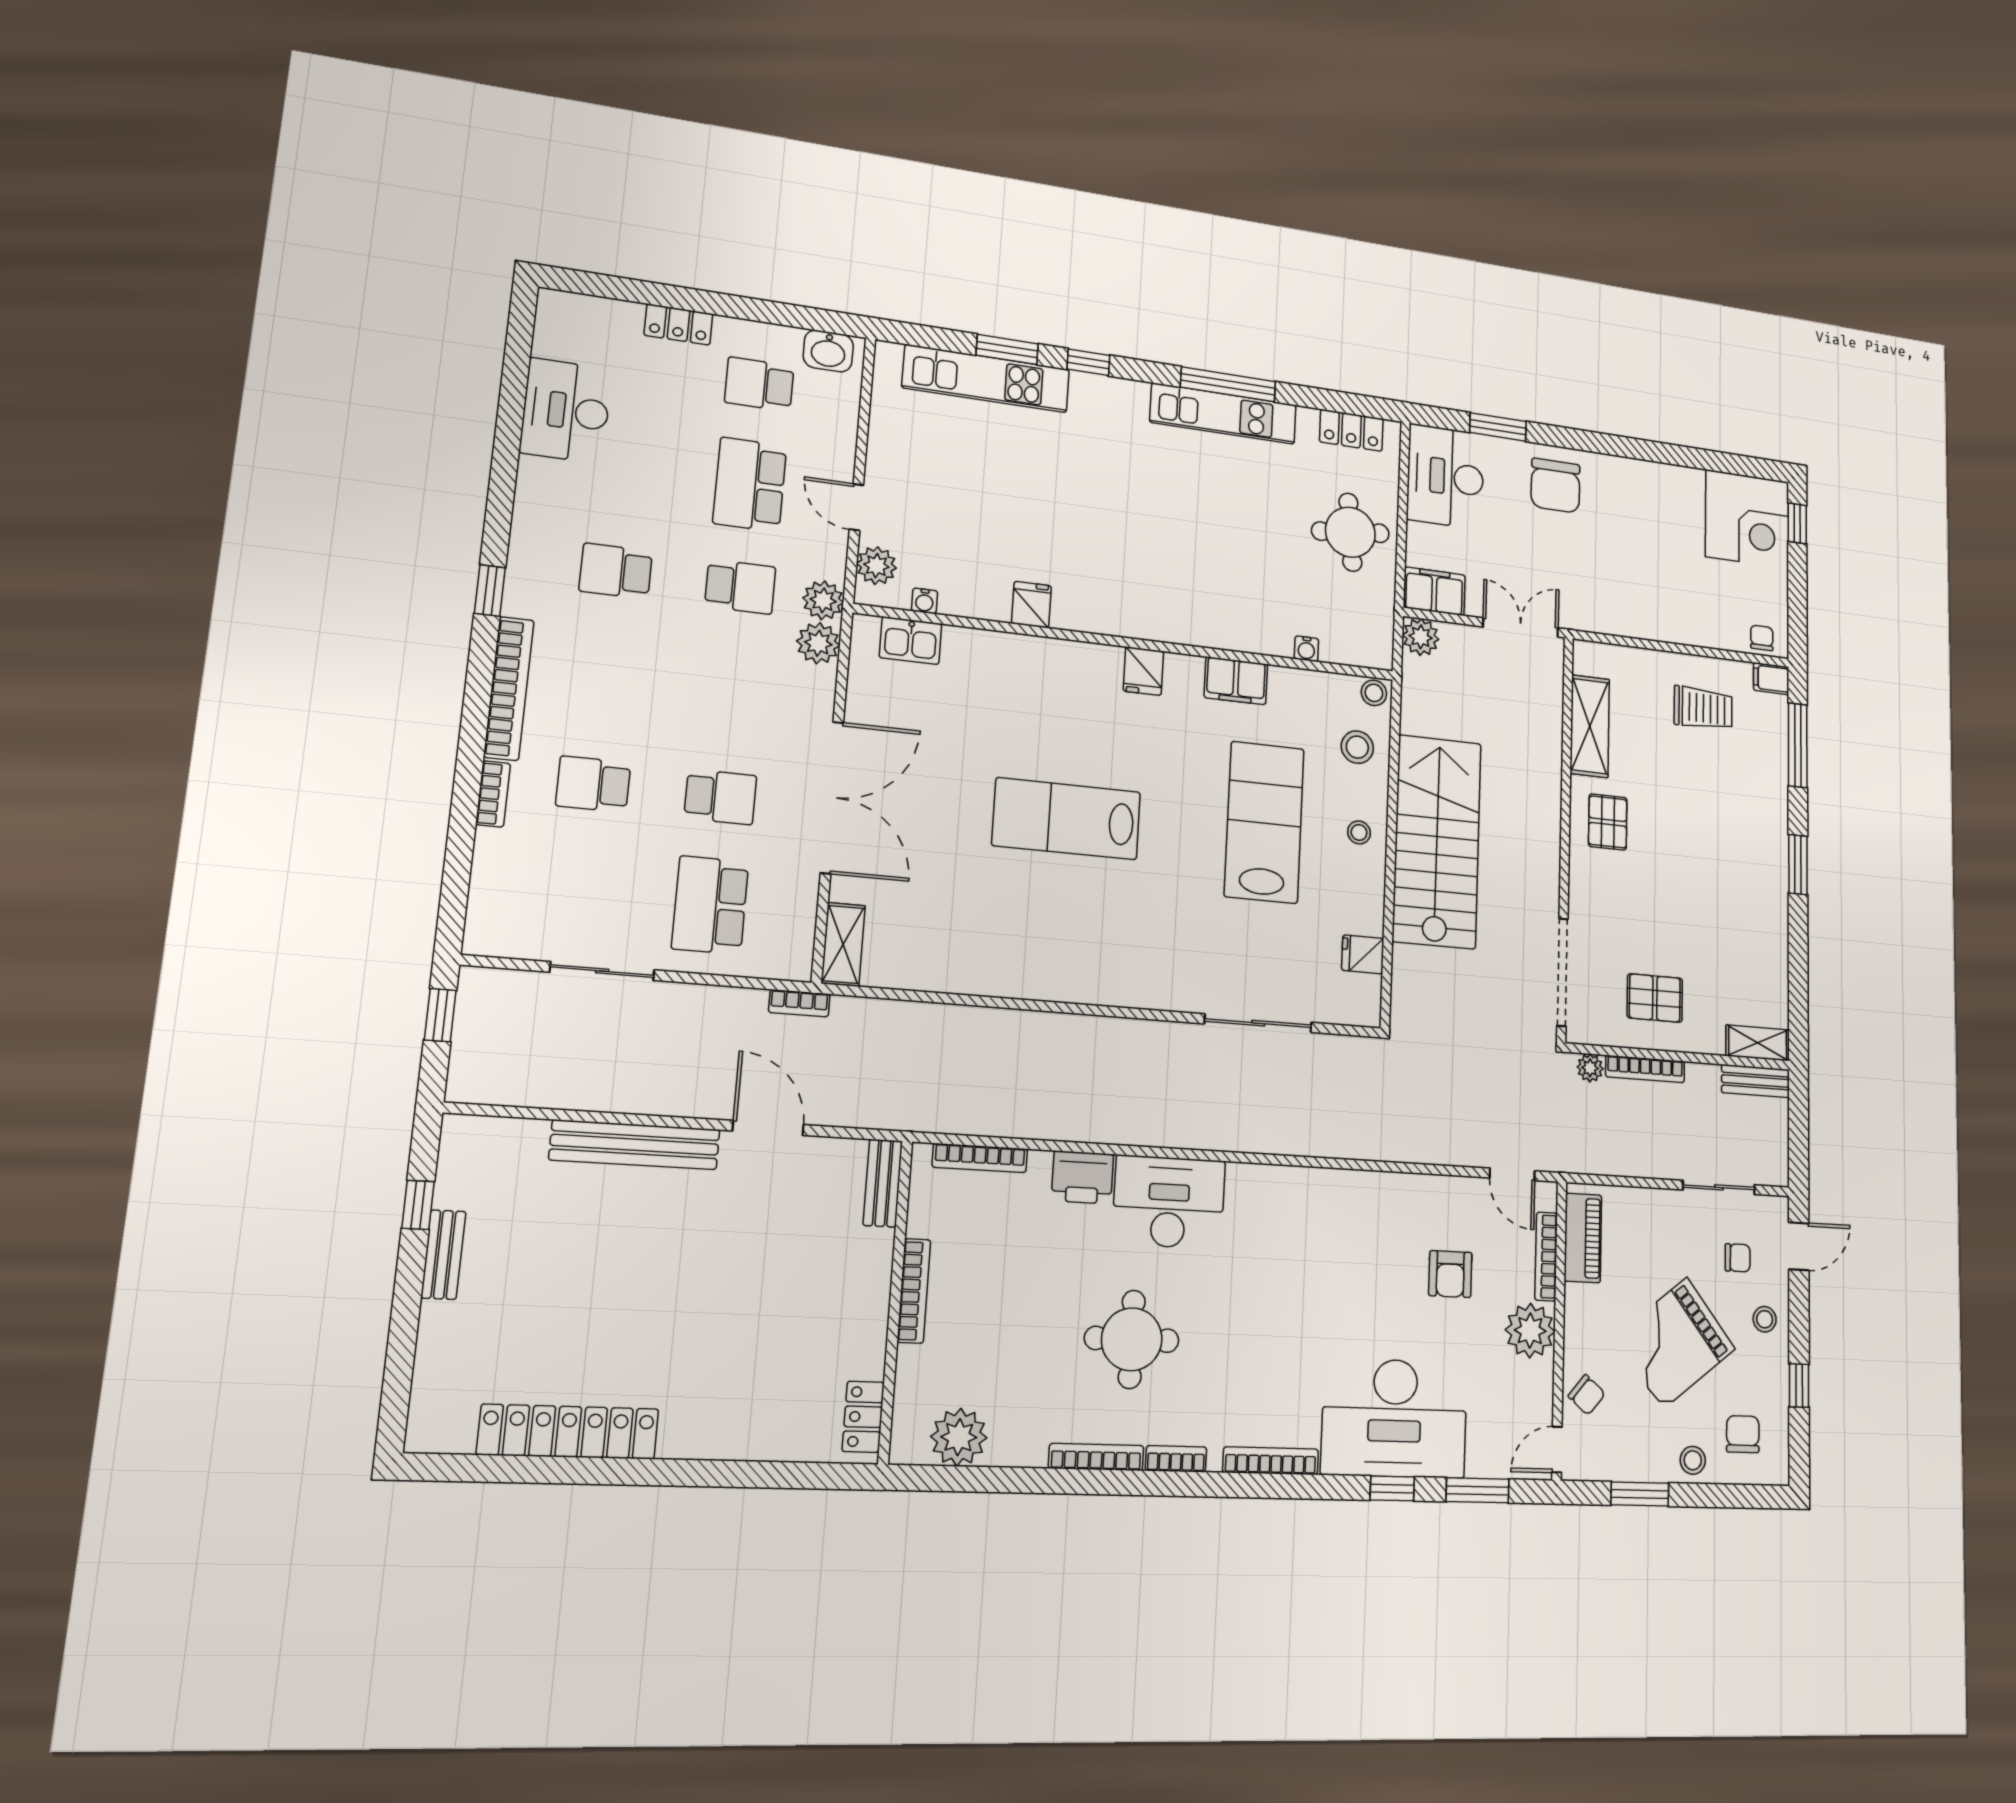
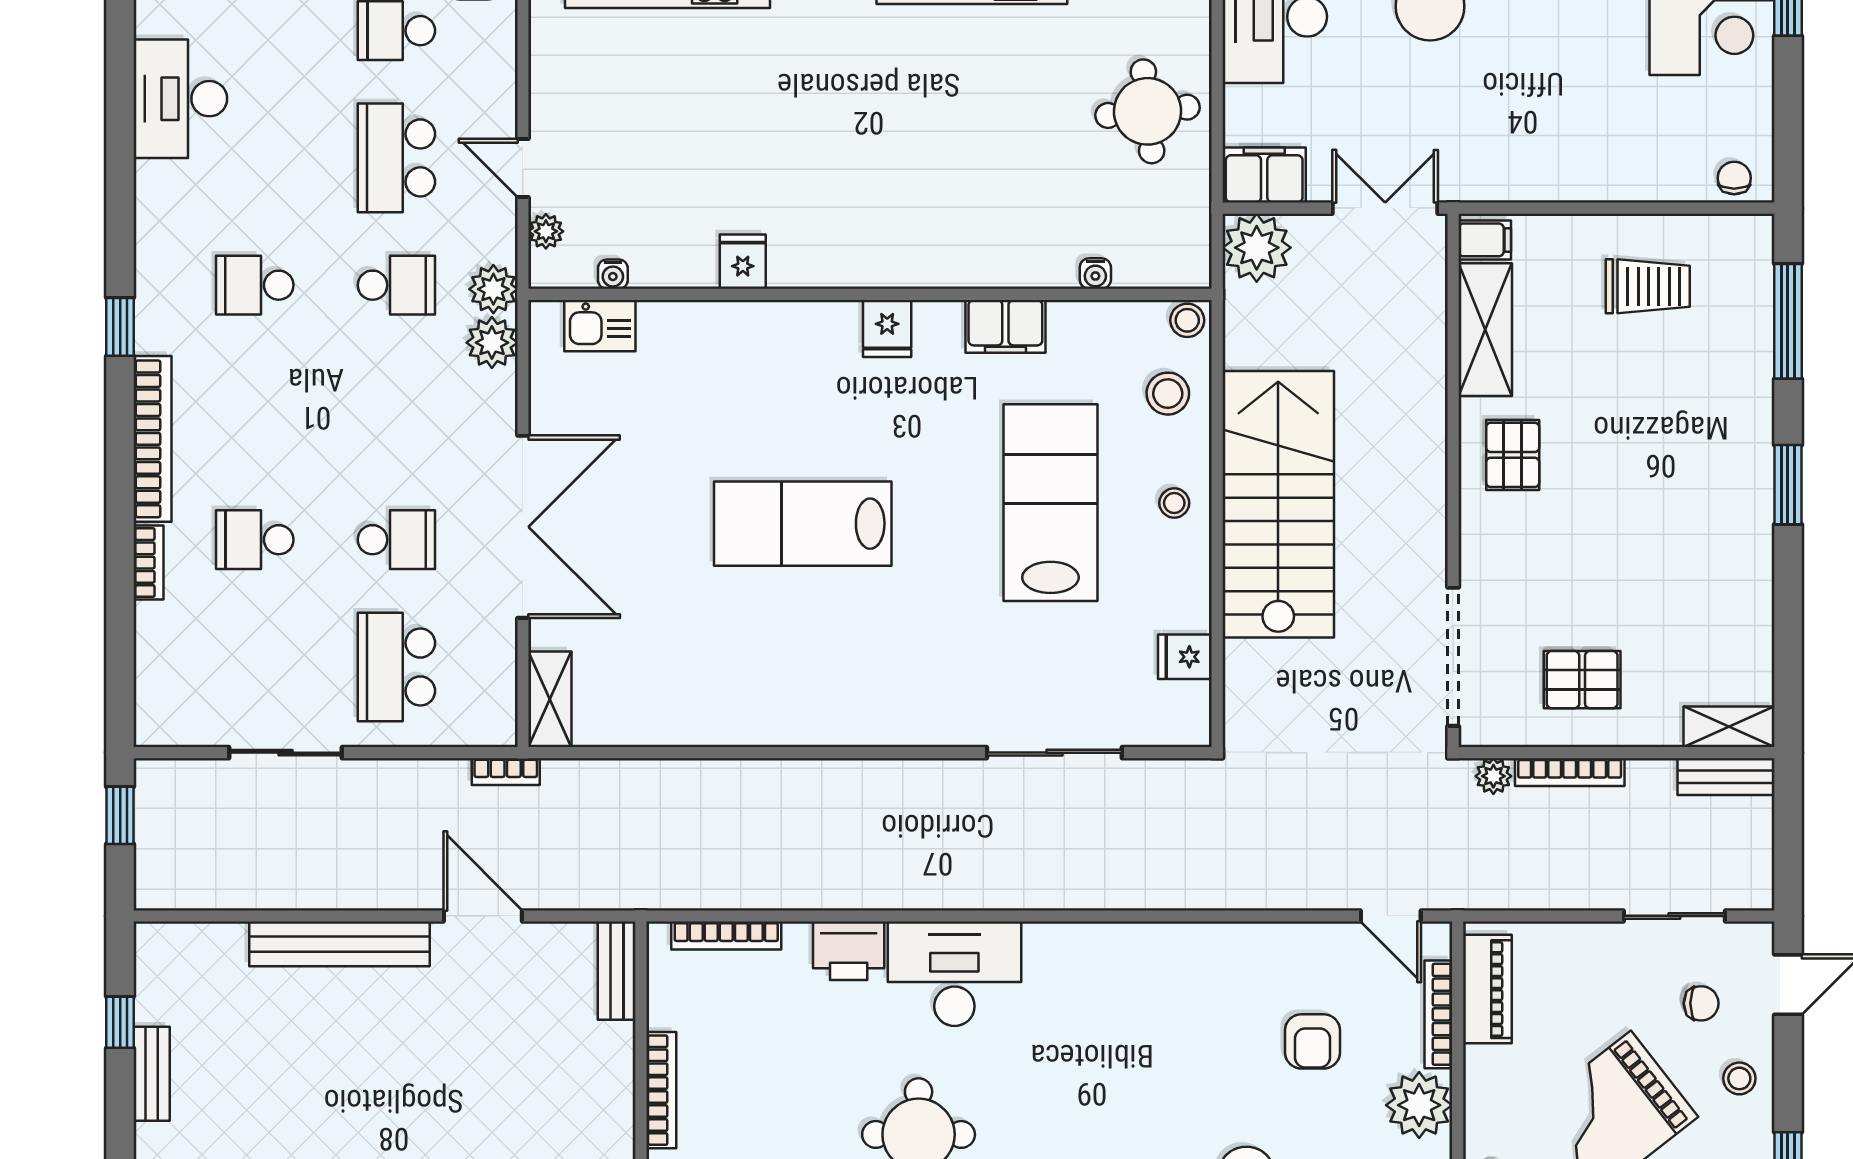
plant: (876, 566) -> (546, 231), width x0.73, depth x0.73
plant: (1421, 637) -> (1257, 248), width x1.36, depth x1.36
filing cabinet: (1771, 679) -> (1485, 240), moved, turned 180

